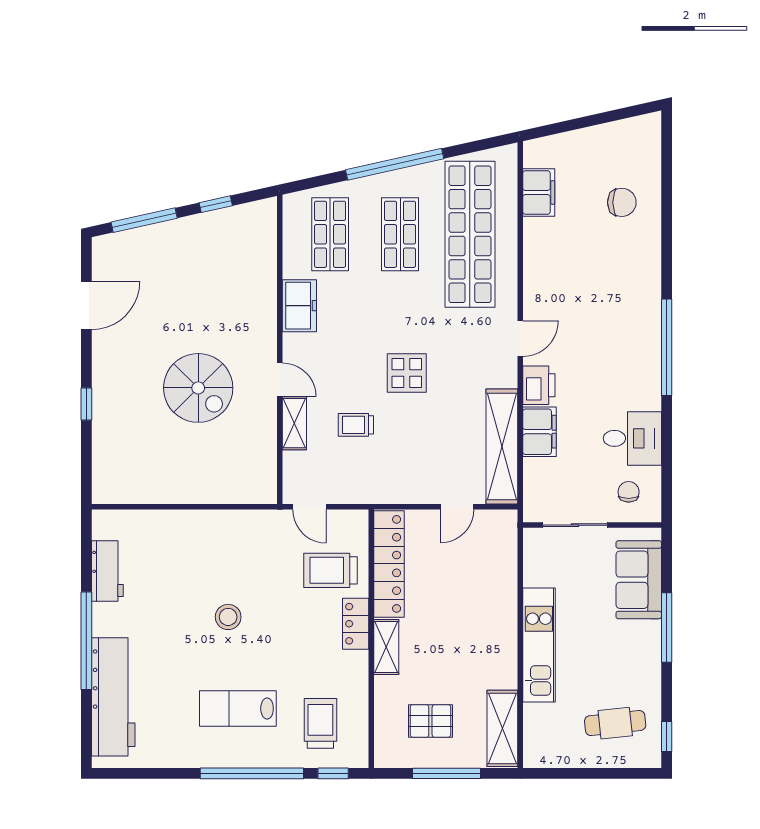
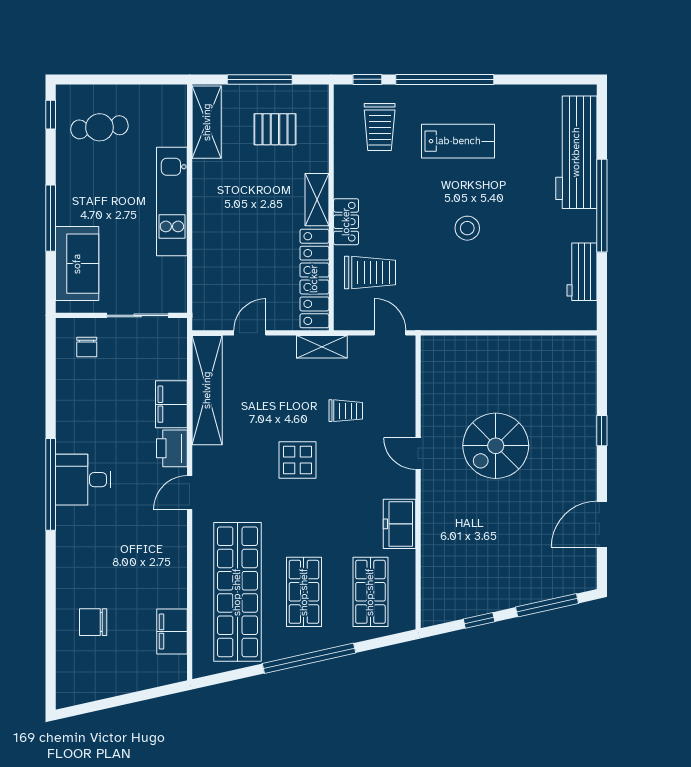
spiral stairs: (198, 388) -> (496, 446), turned -90
shelving: (294, 423) -> (322, 347), moved, turned 90
desk: (632, 438) -> (83, 480), moved

